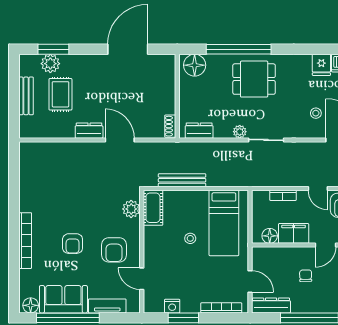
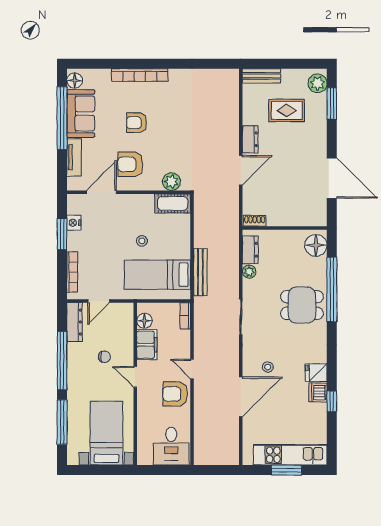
plant: (50, 64) -> (318, 83), moved
dining table: (254, 79) -> (302, 305), turned 90
bench: (26, 96) -> (261, 76), moved
plant: (240, 132) -> (249, 272), moved
bench: (182, 180) -> (200, 272), moved
door: (318, 188) -> (192, 369), hinge flipped
bookcase: (283, 195) -> (185, 316), moved
door: (142, 279) -> (101, 192), width x1.38

